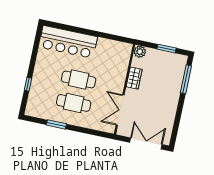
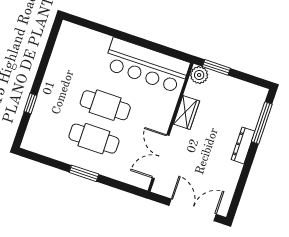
bar counter: (68, 42) -> (147, 65), moved
window: (167, 49) -> (216, 67), moved
dresser: (175, 96) -> (243, 145), added
window: (56, 124) -> (84, 173), moved

